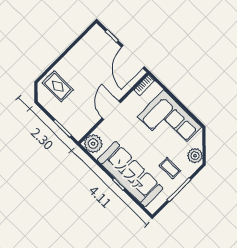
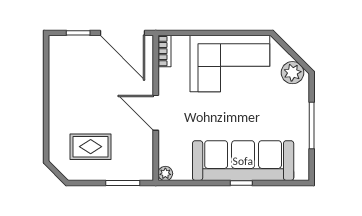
rug: (58, 86) -> (91, 147), moved
plant: (93, 144) -> (165, 173), width x0.53, depth x0.53
coffee table: (170, 168) -> (279, 112), removed

